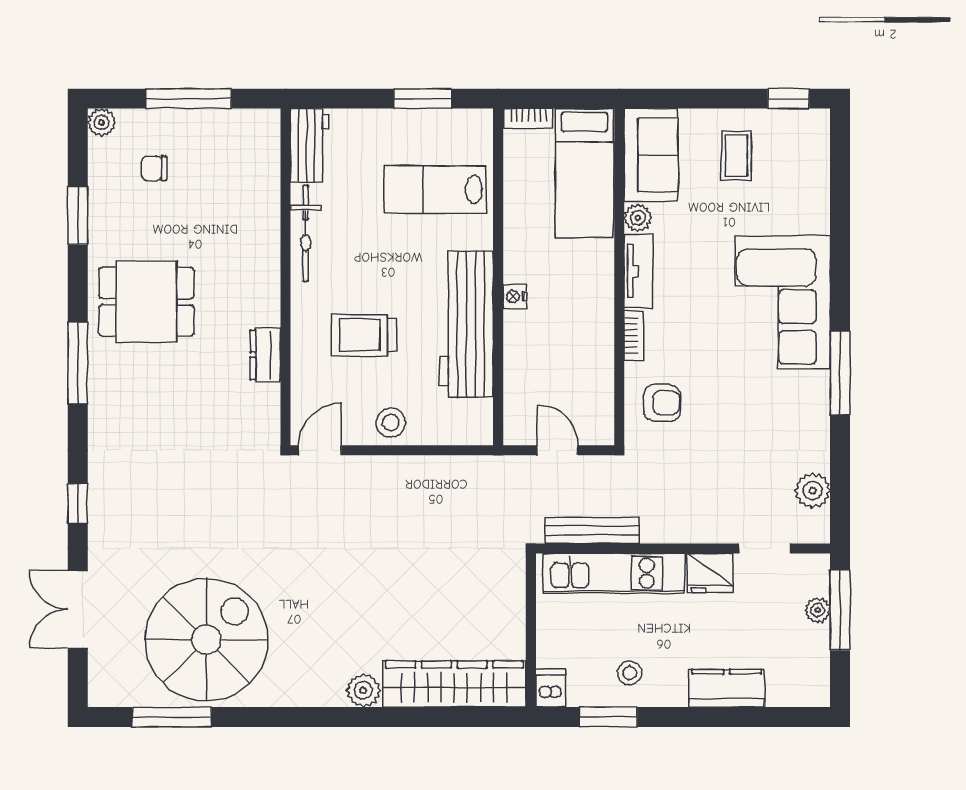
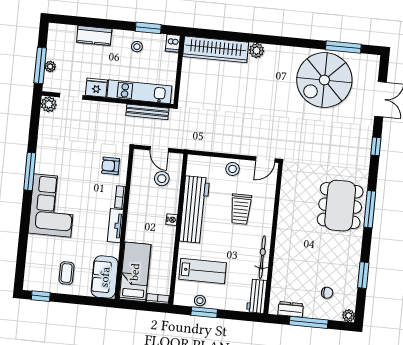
stool: (435, 123) -> (200, 301), added
plant: (638, 218) -> (113, 250), removed
dining table: (146, 302) -> (340, 206), moved, width x1.38
trolley: (364, 335) -> (241, 209), turned 90
dresser: (265, 355) -> (291, 309), moved, turned -90
stool: (546, 386) -> (162, 179), added
plant: (813, 491) -> (49, 104), moved

